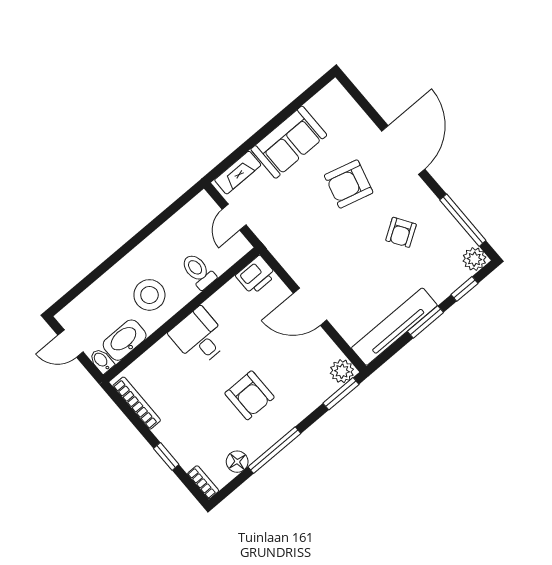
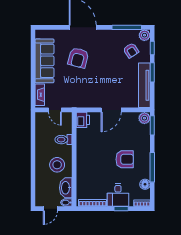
sofa: (289, 142) -> (44, 61), width x1.36
armchair: (401, 232) -> (131, 50), moved
desk: (199, 337) -> (118, 195), moved, turned -90

